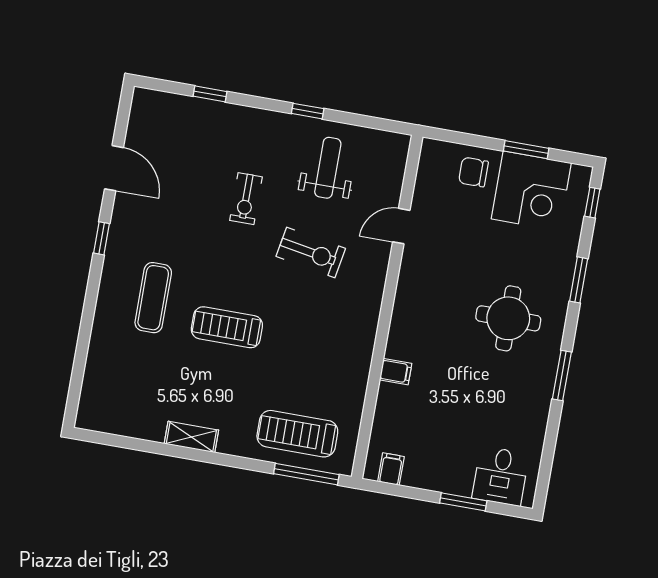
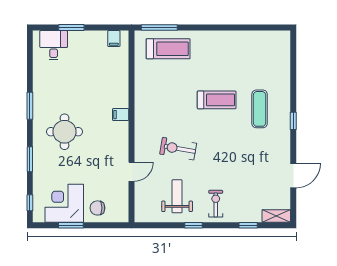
door: (114, 168) -> (293, 176), swing flipped
weight bench: (328, 168) -> (177, 196), turned 180
chair: (473, 172) -> (97, 208), turned 180
exercise bike: (246, 199) -> (216, 204), moved
window: (102, 238) -> (293, 121), moved
filing cabinet: (396, 372) -> (121, 115), moved
shelving: (191, 437) -> (276, 216), moved

